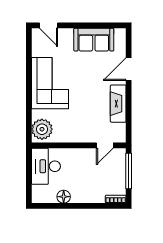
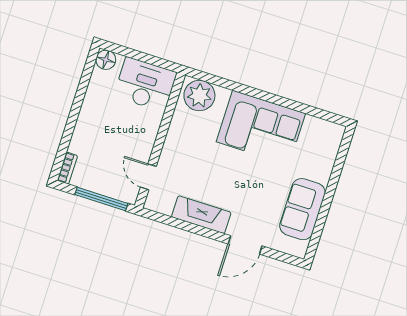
door: (48, 25) -> (343, 151), removed
door: (129, 69) -> (245, 245), swing flipped
floor lamp: (64, 197) -> (106, 60), moved

